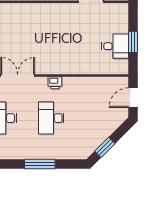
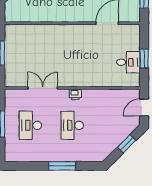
window: (105, 147) -> (127, 144), moved

